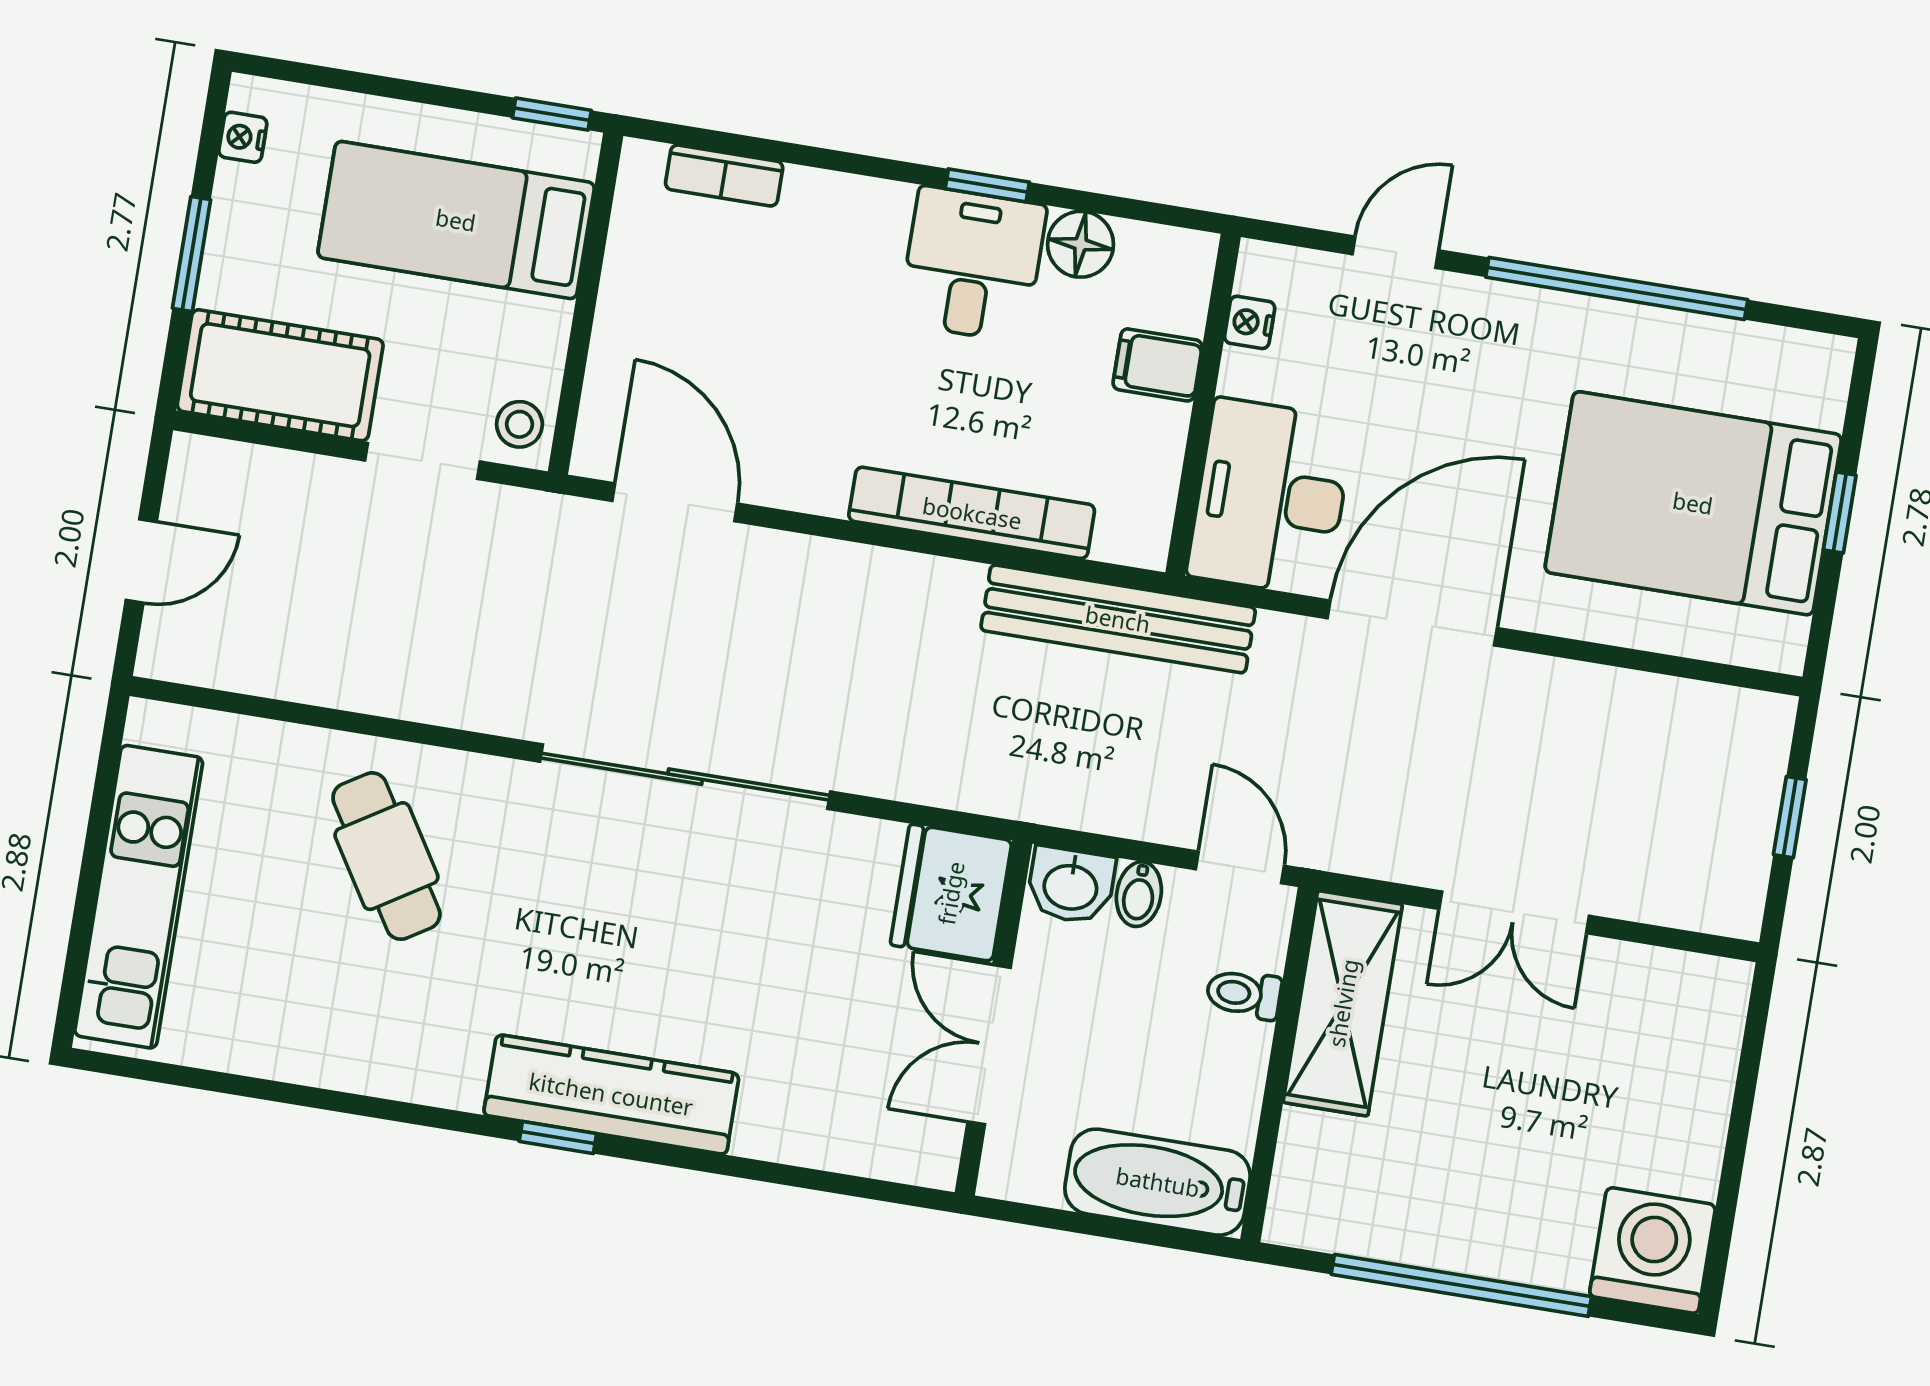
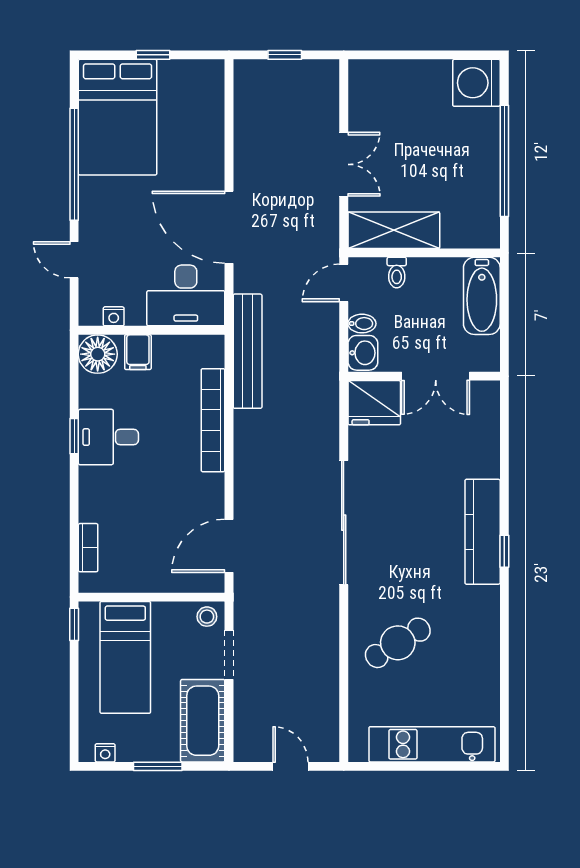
floor lamp: (1081, 244) -> (98, 354), moved, width x1.38, depth x1.38
bed: (1693, 503) -> (118, 117), moved

